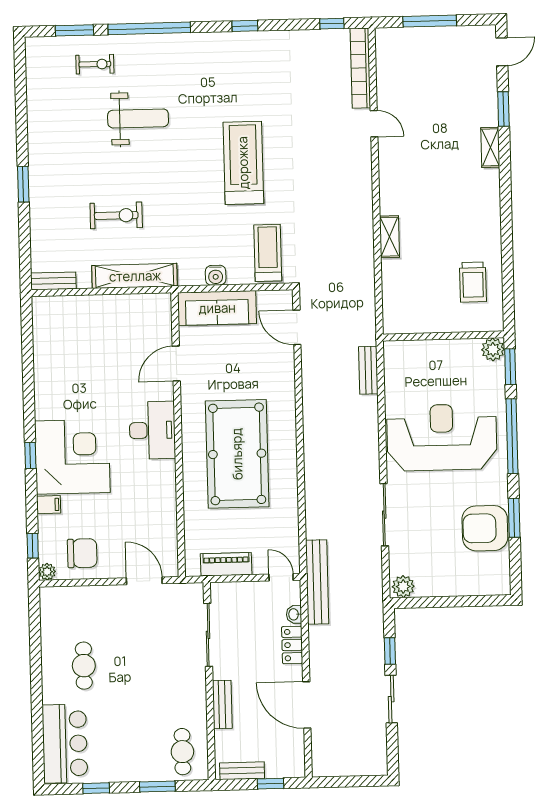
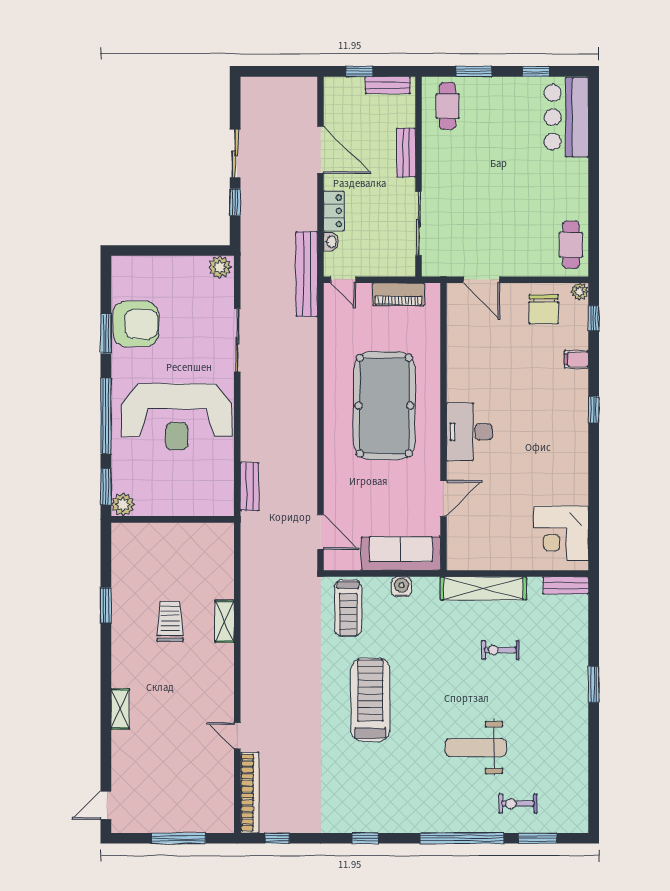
window: (503, 109) -> (106, 605), moved
treadmill: (243, 163) -> (370, 700), turned 180
exercise bike: (116, 215) -> (500, 650), width x0.73, depth x0.72
trolley: (473, 282) -> (170, 621), moved
corner desk: (72, 457) -> (561, 533), moved, width x0.74, depth x0.74
chair: (82, 553) -> (544, 309), turned -90
cafe table: (84, 666) -> (571, 245), moved

